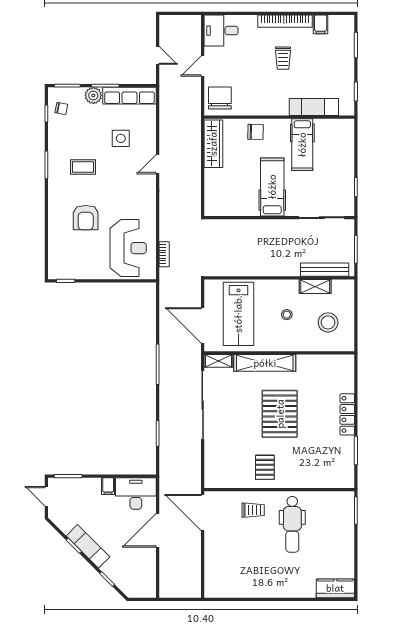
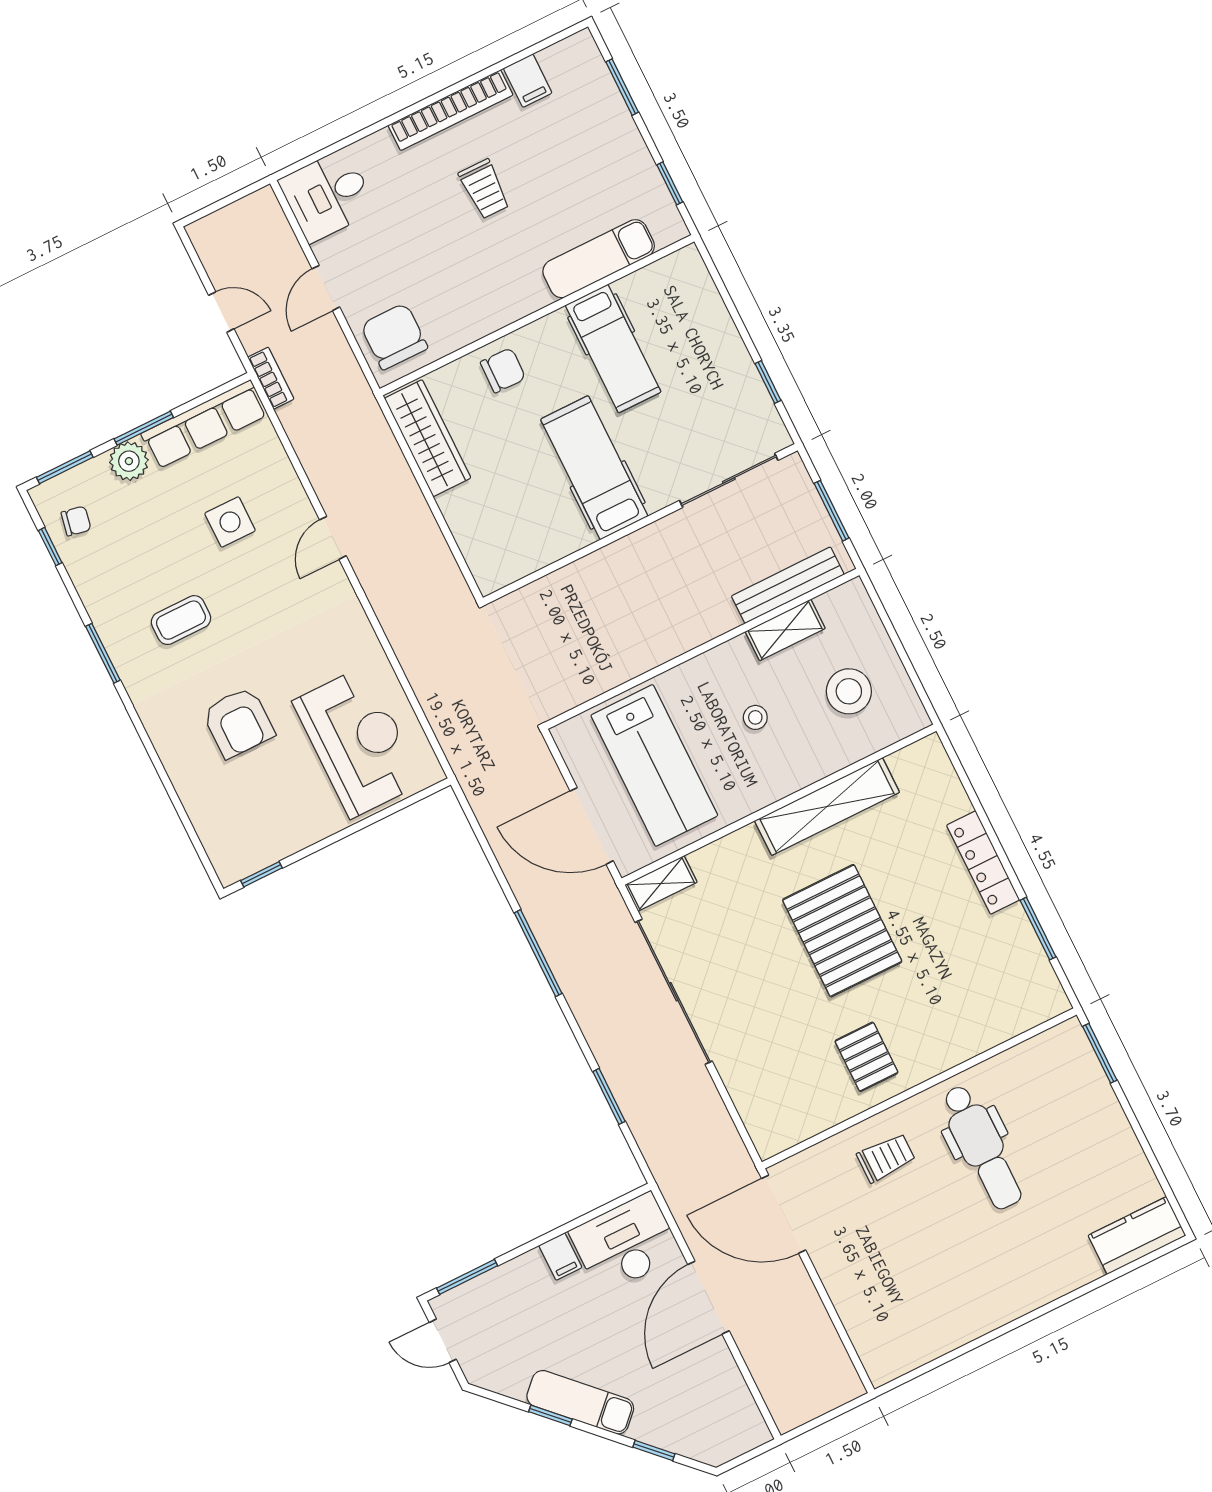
bookcase: (164, 254) -> (271, 378), moved
shelving: (265, 363) -> (827, 807), moved

